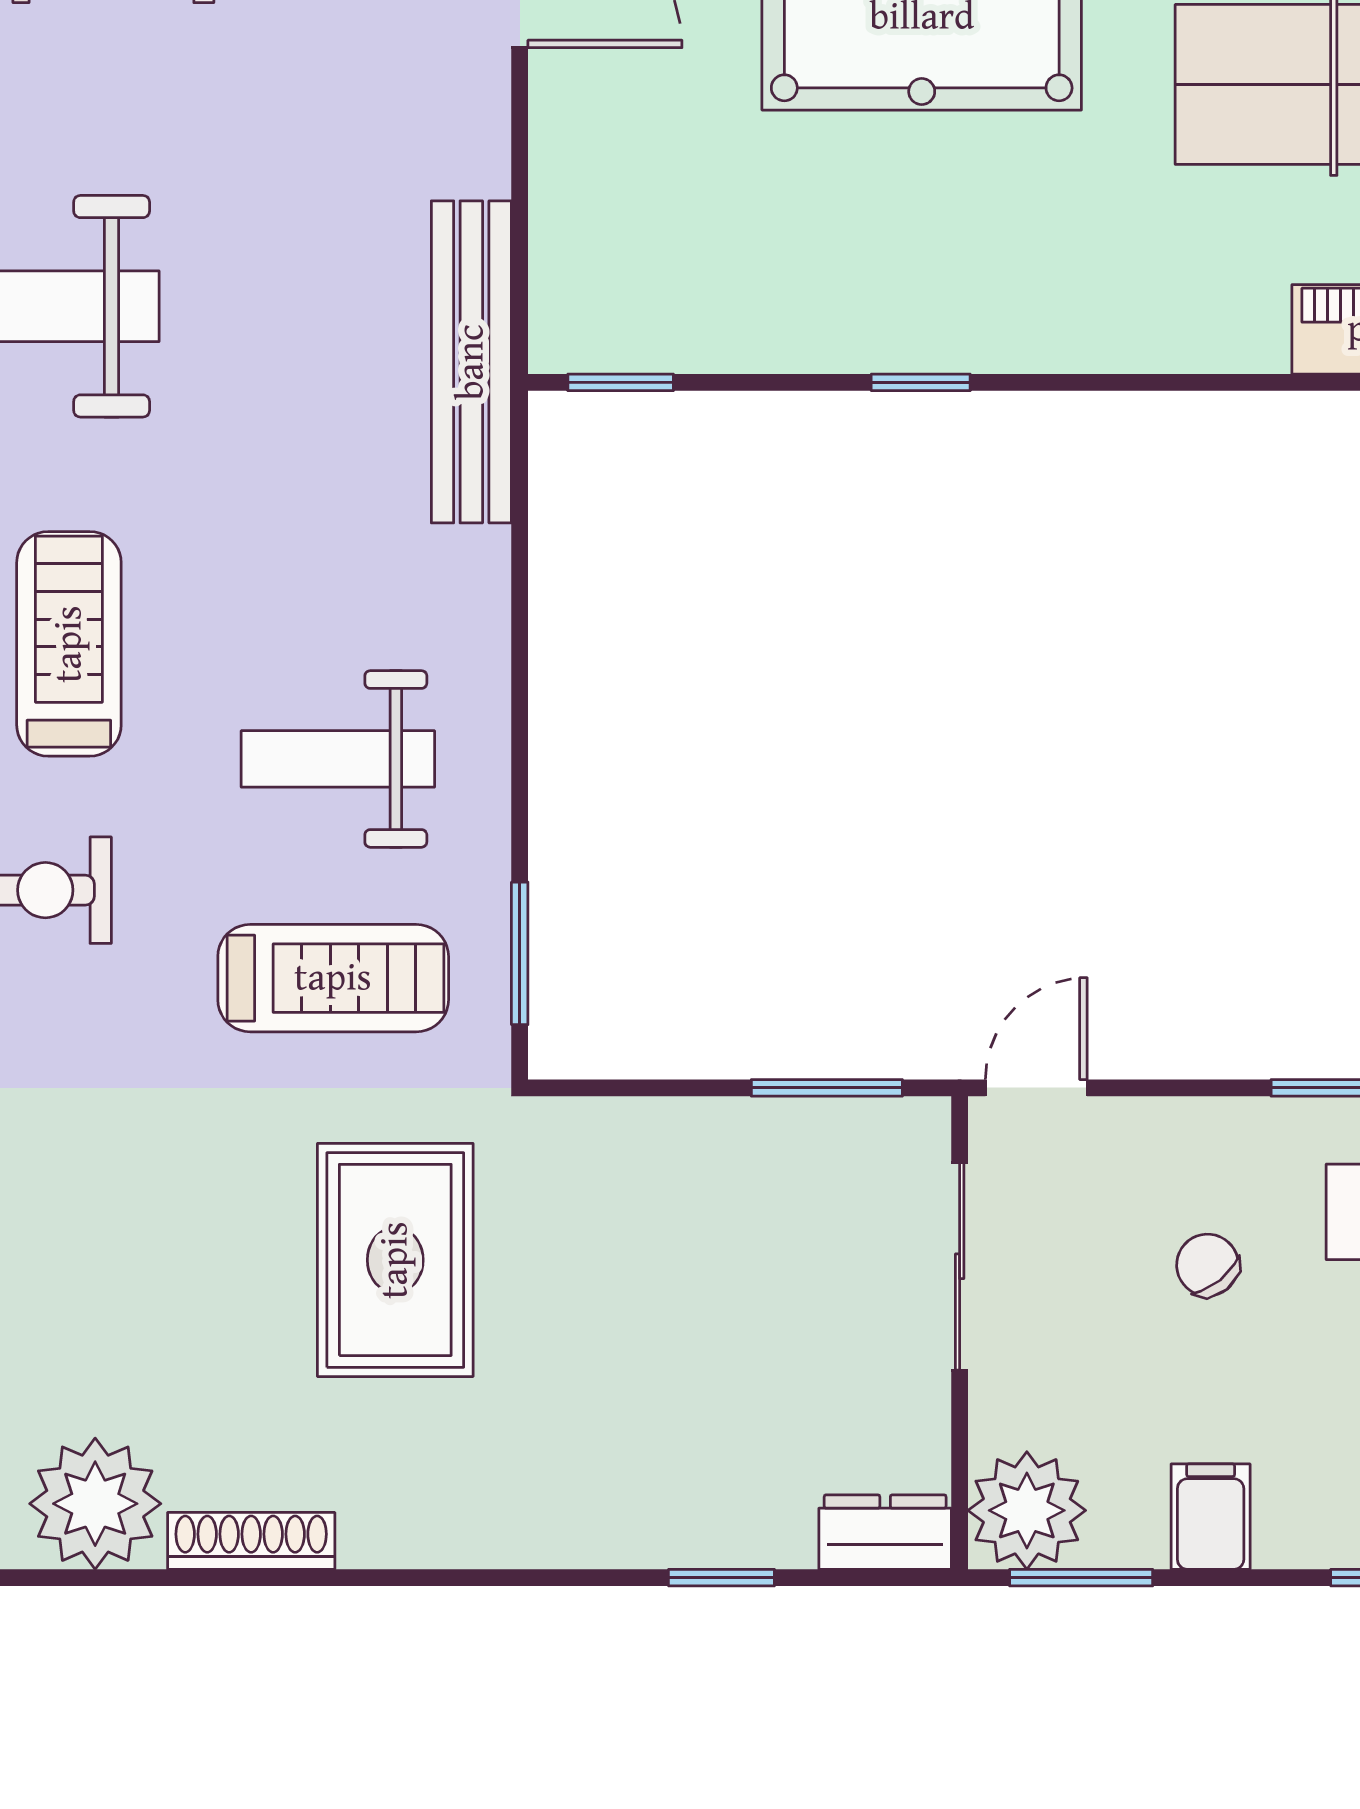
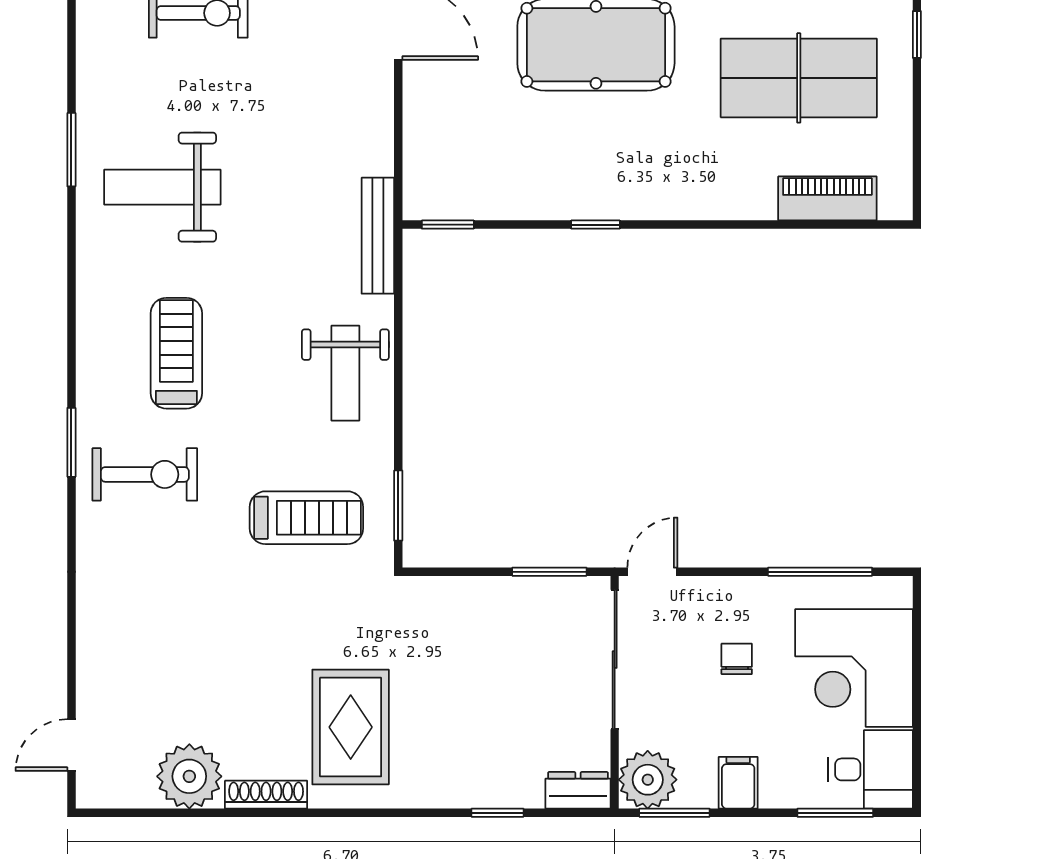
bench: (471, 362) -> (378, 236), width x0.73, depth x0.82
weight bench: (338, 759) -> (345, 373), moved, turned -90
rug: (395, 1260) -> (351, 727), moved
chair: (1208, 1265) -> (737, 659), turned 39
sliding door: (960, 1266) -> (615, 660), width x1.37

